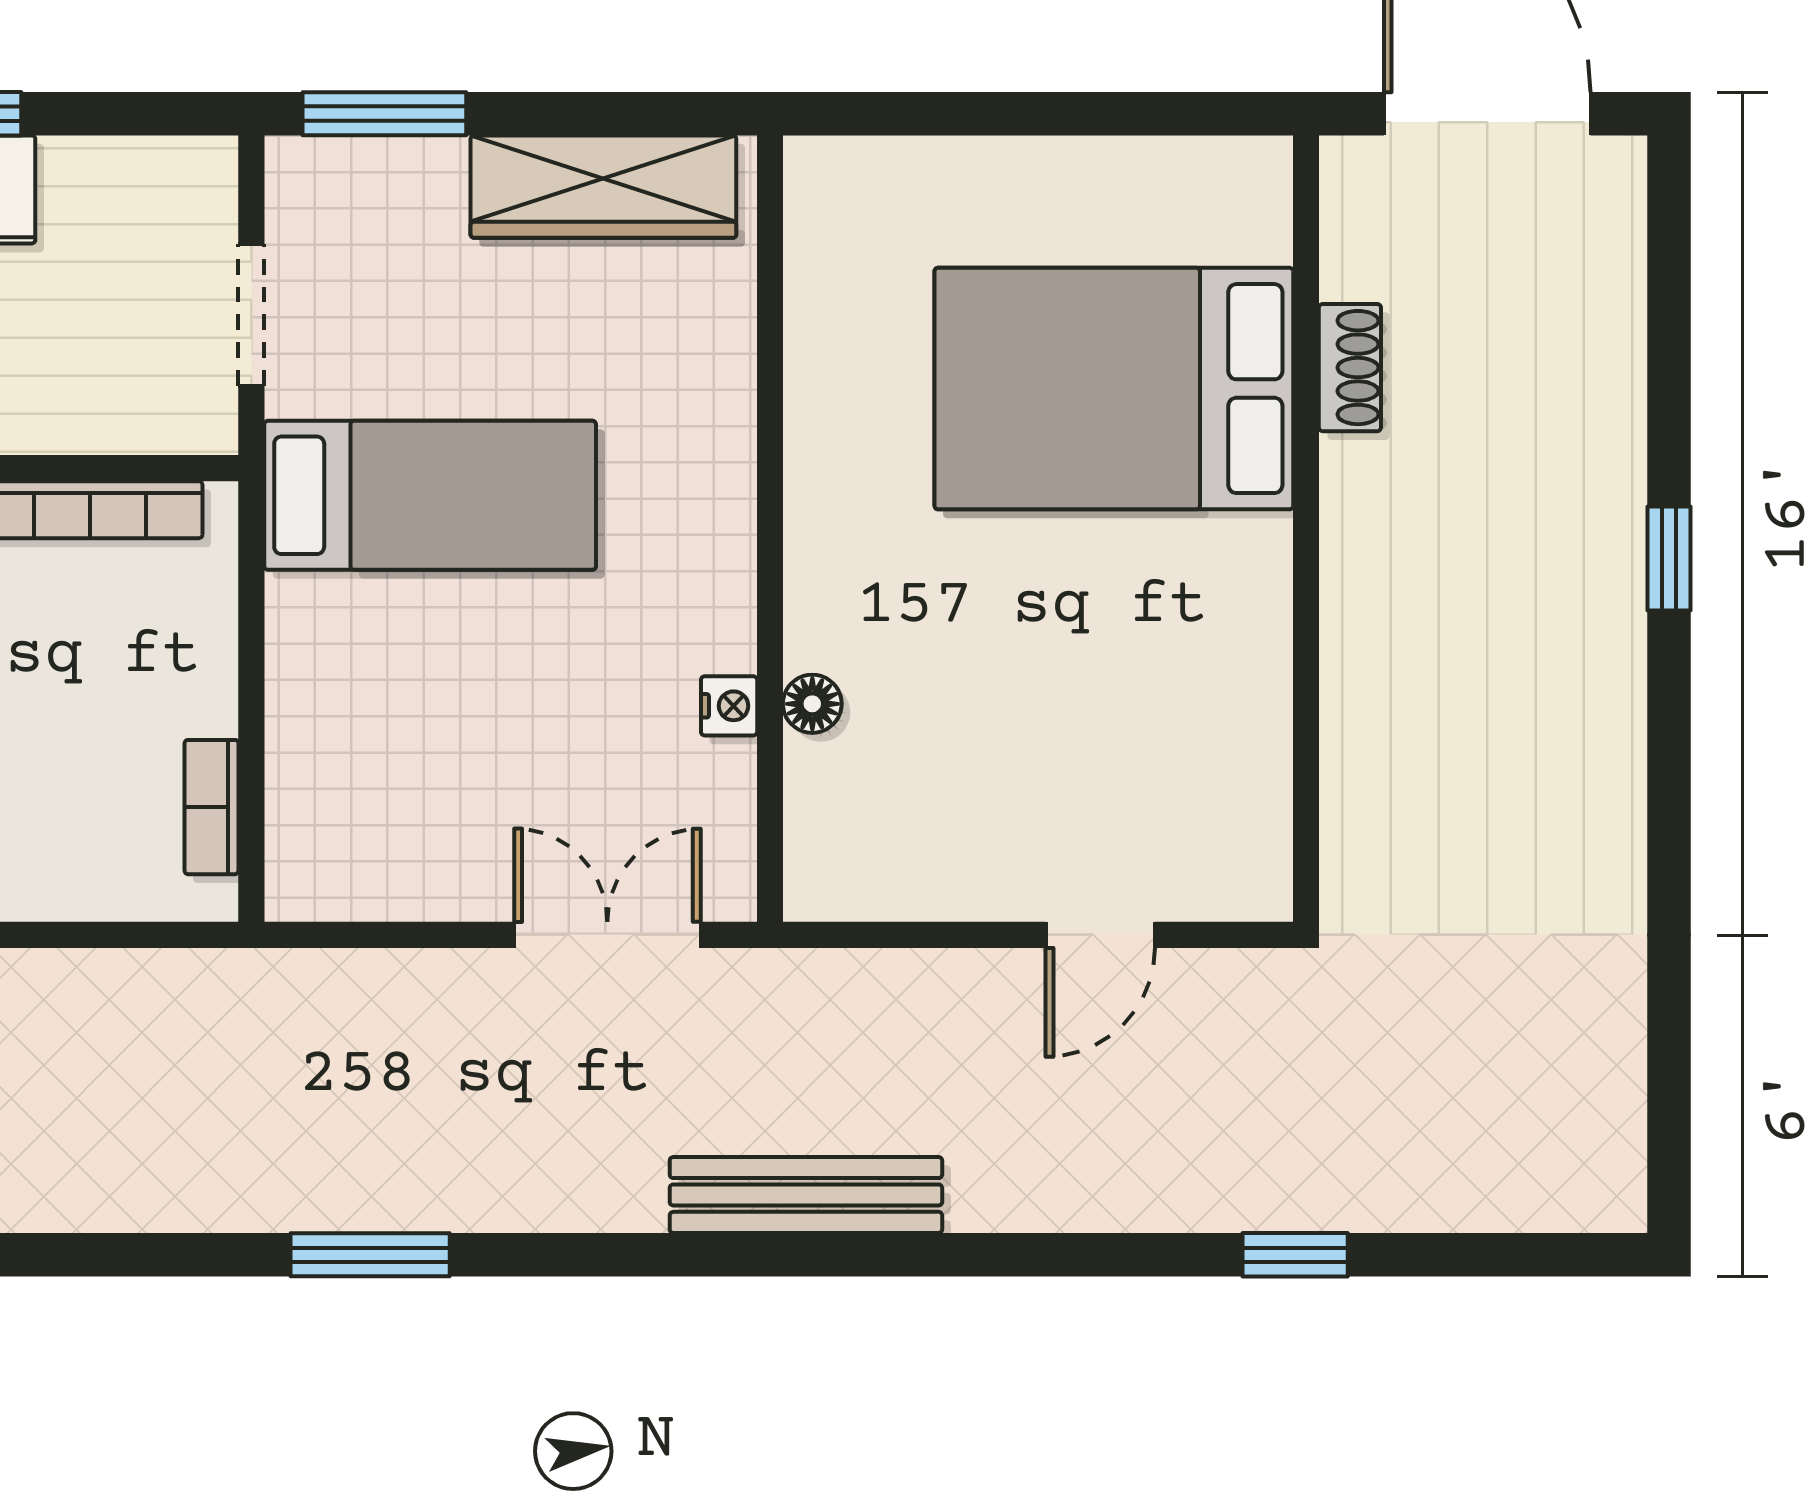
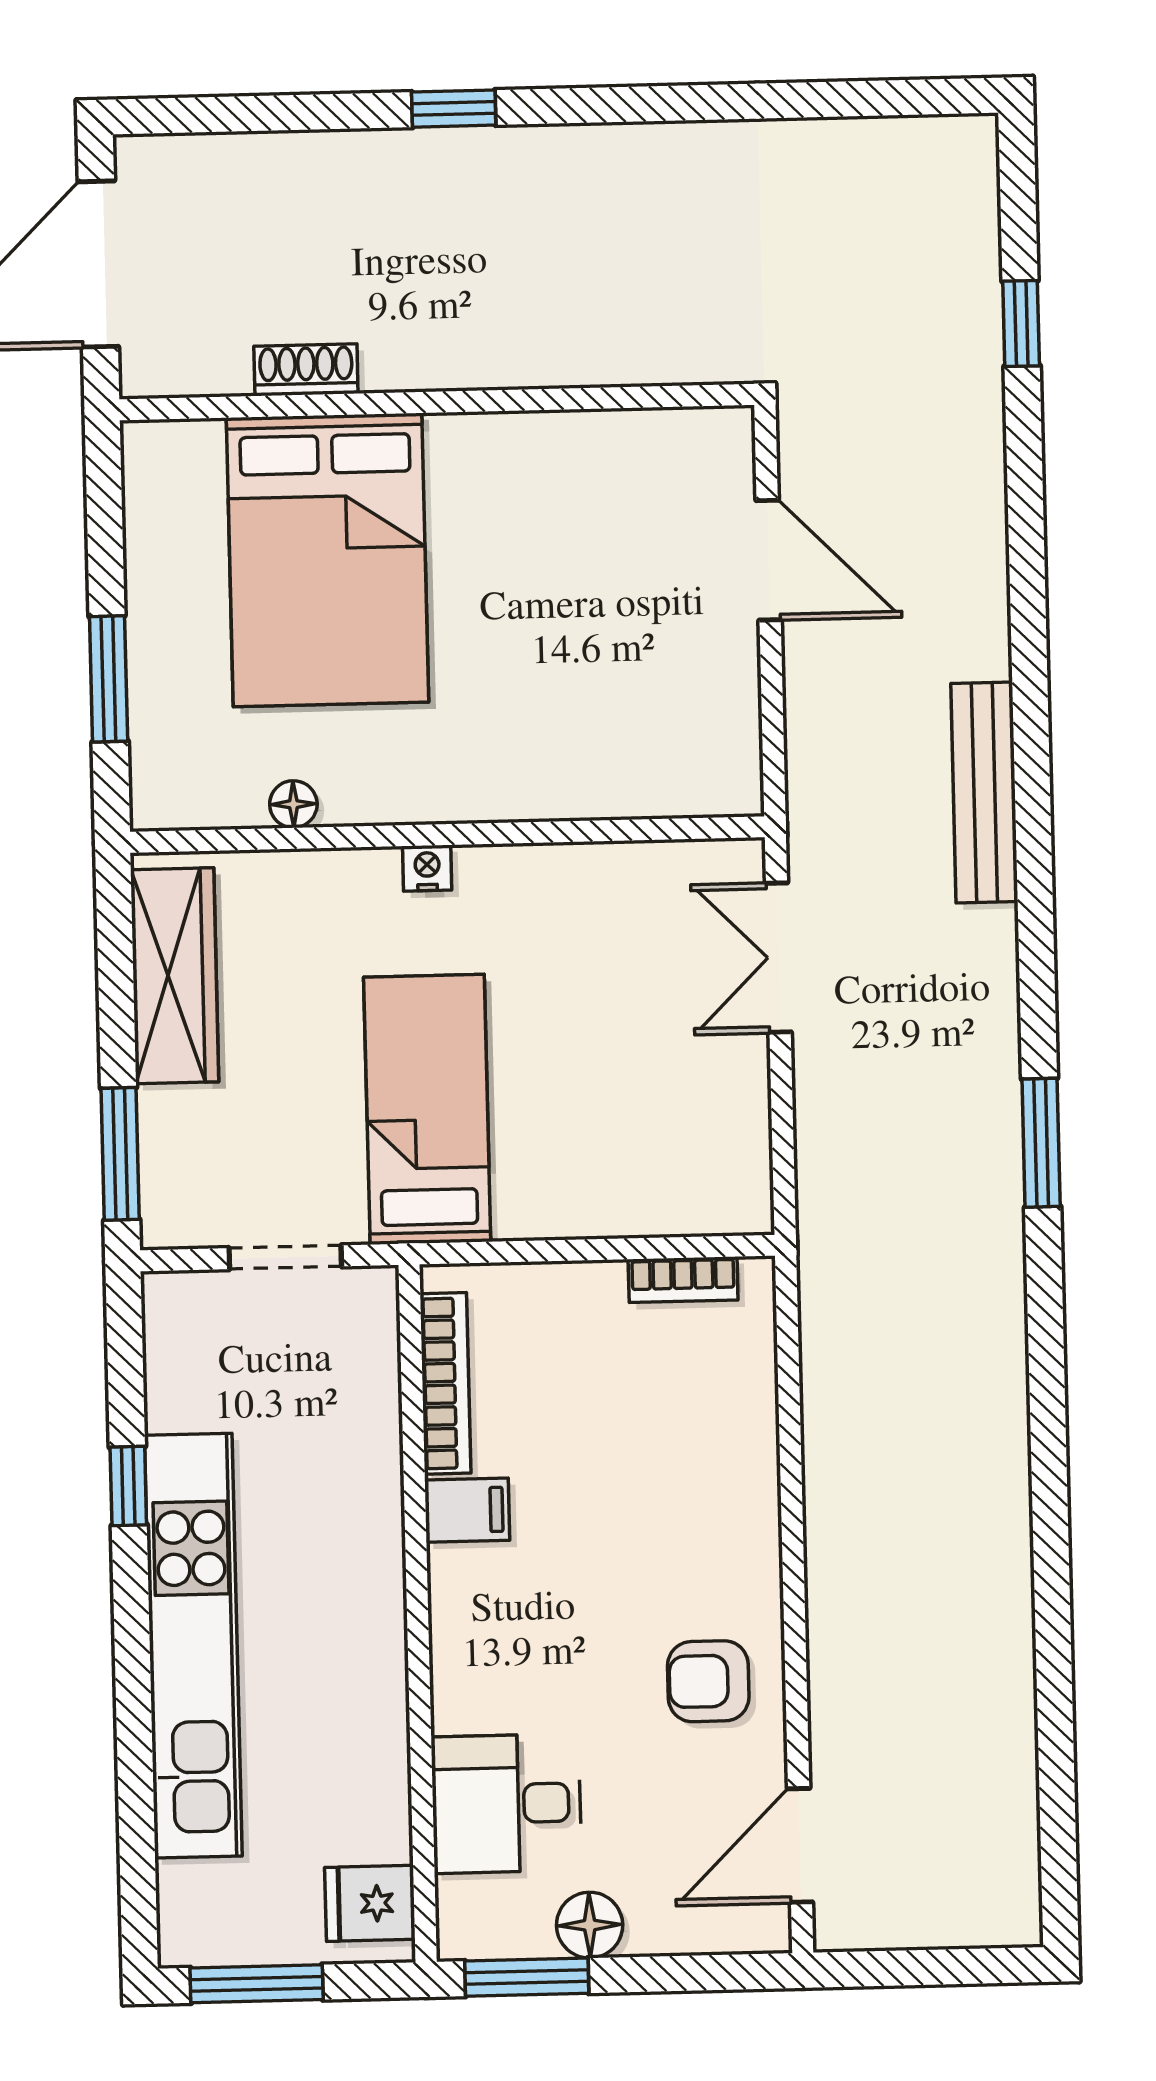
window: (973, 114) -> (109, 679), added
floor lamp: (812, 704) -> (293, 804), moved
nightstand: (729, 706) -> (427, 868), moved
door: (1100, 935) -> (769, 560), width x1.38
window: (1295, 1255) -> (1021, 324), moved

